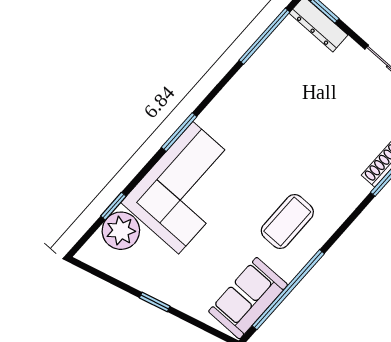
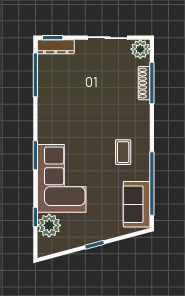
coffee table: (287, 222) -> (123, 152), width x0.73, depth x0.77

